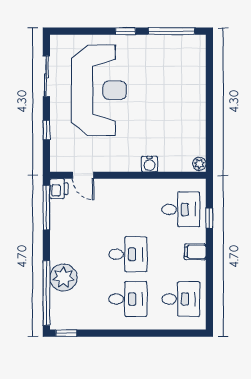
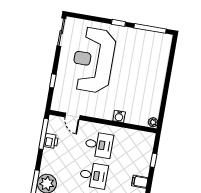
sliding door: (46, 76) -> (61, 32), moved
reception desk: (99, 90) -> (93, 60), turned 180
printer: (59, 189) -> (51, 141), moved
desk: (181, 209) -> (99, 145), moved

